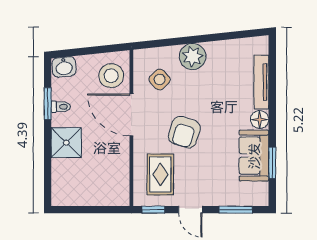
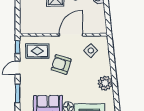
plant: (193, 57) -> (105, 83), moved
stool: (111, 76) -> (93, 23), removed

